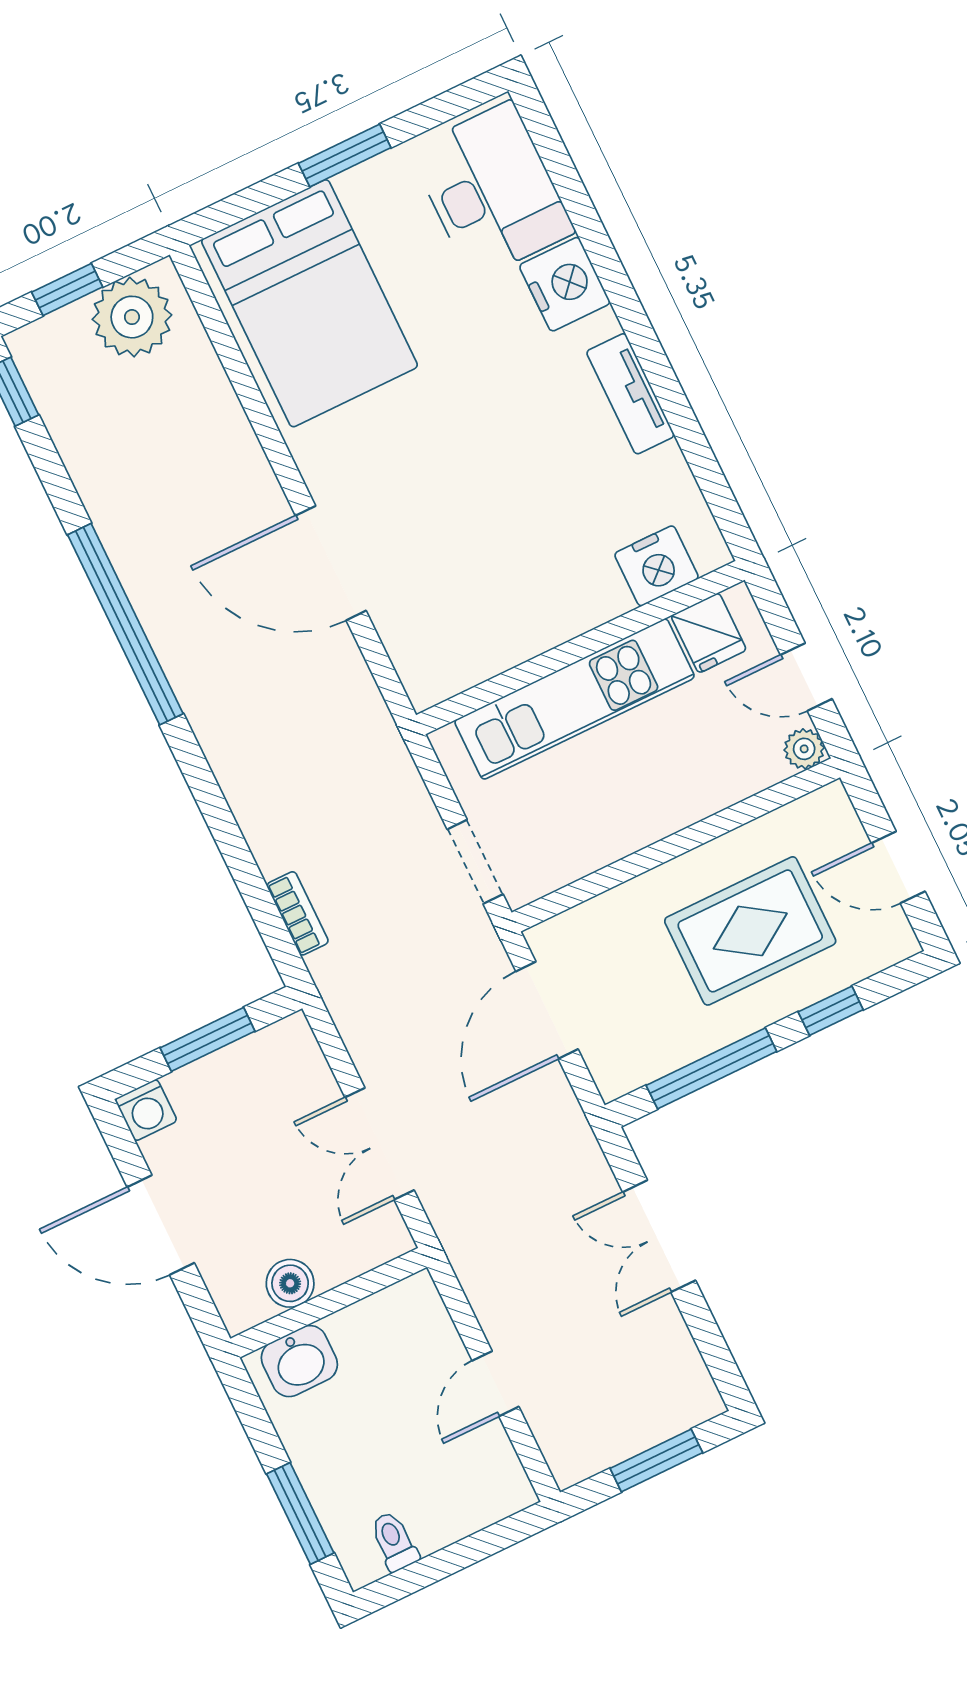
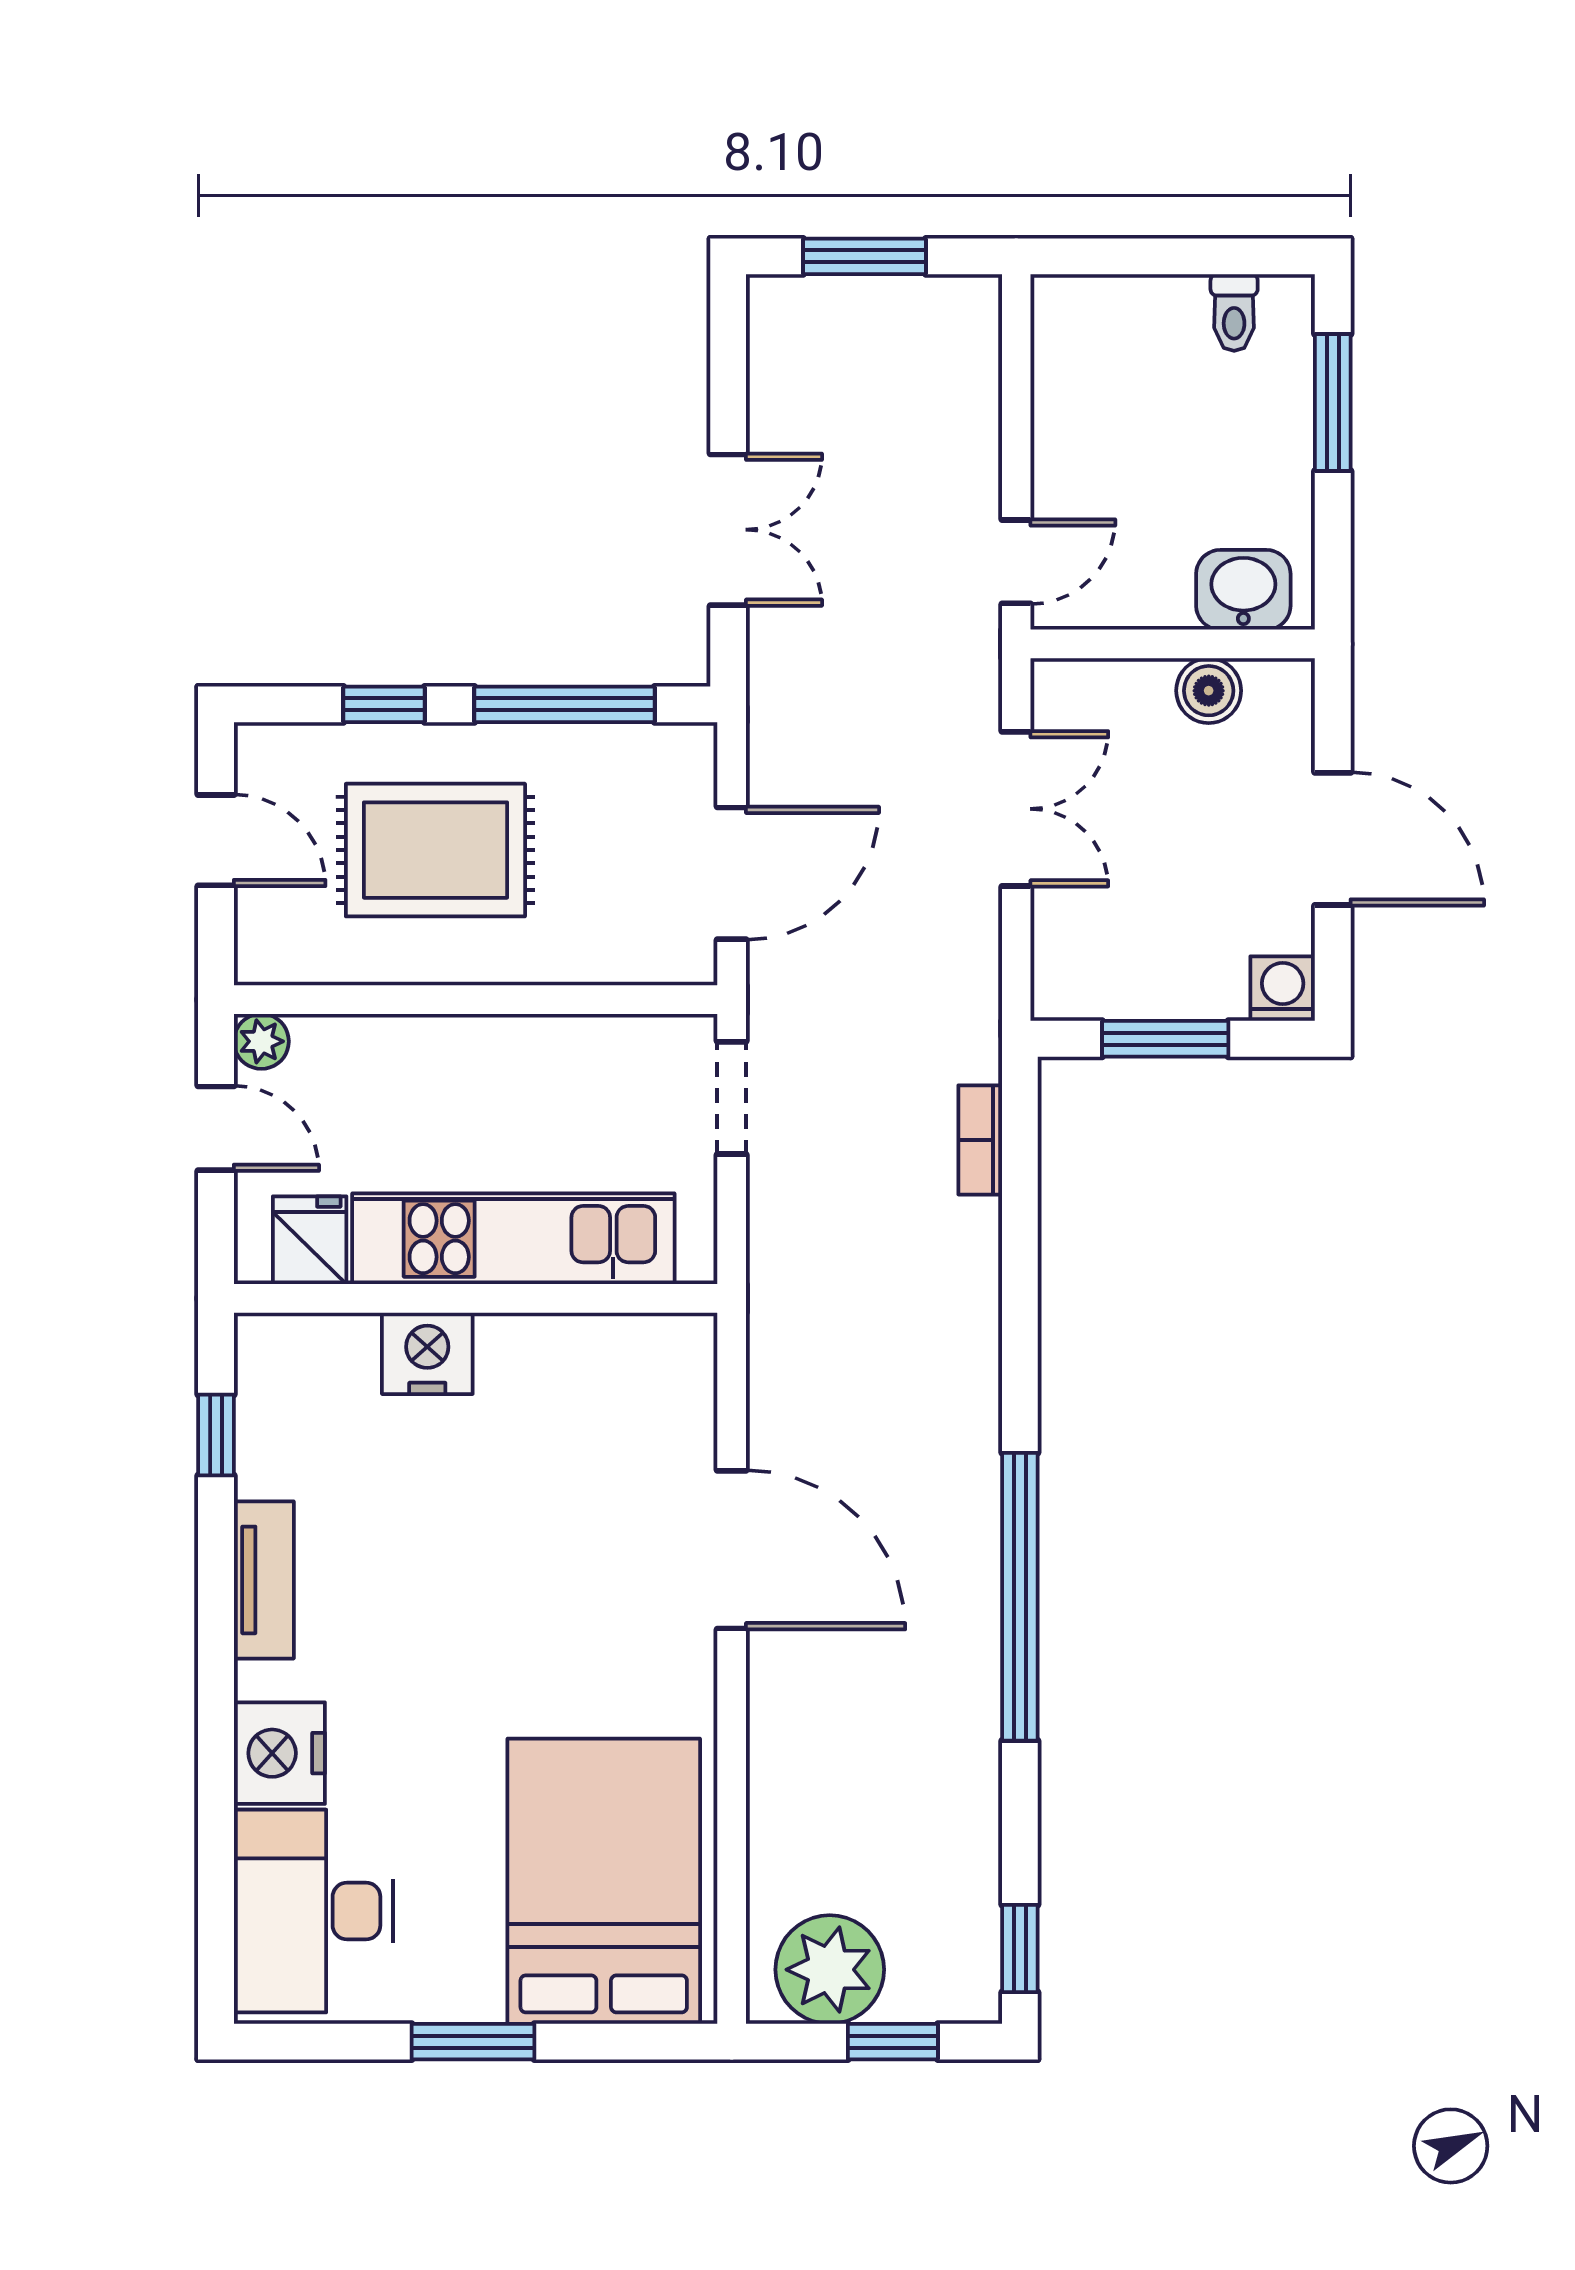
window: (708, 474) -> (216, 1435), added
nightstand: (656, 566) -> (427, 1353), moved
door: (496, 1384) -> (1016, 562), moved

